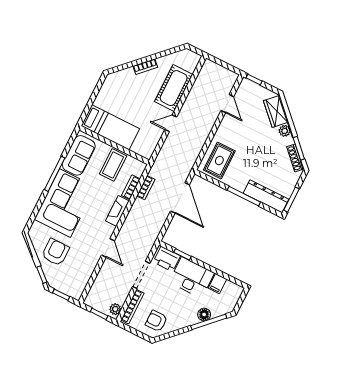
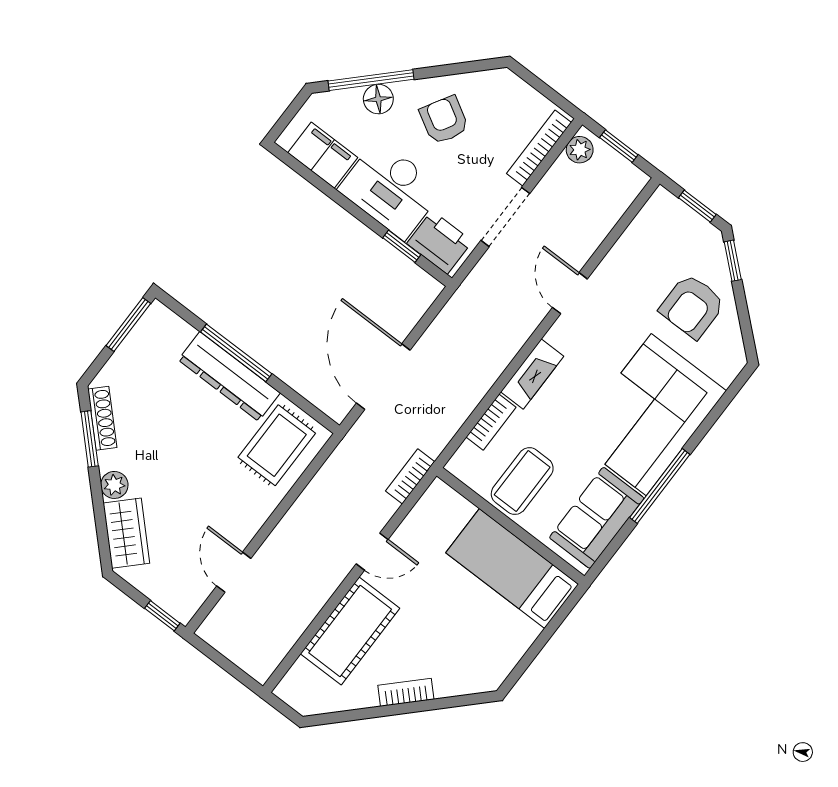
bookcase: (146, 188) -> (410, 476), moved
dresser: (266, 196) -> (229, 377), moved
filing cabinet: (217, 284) -> (323, 155), width x2.00
armchair: (156, 321) -> (444, 120), moved, turned -150

